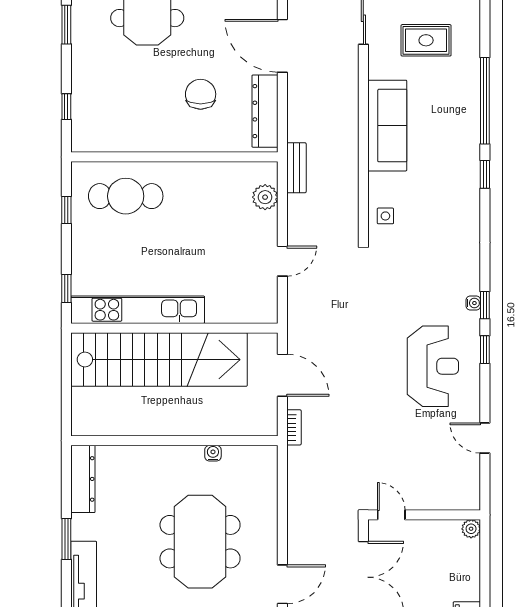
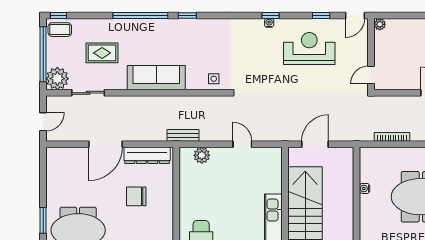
rug: (426, 40) -> (102, 53), turned 90
window: (485, 350) -> (321, 15), moved
bookcase: (294, 427) -> (392, 137), moved, width x1.56
door: (391, 515) -> (371, 75), moved
wall: (424, 515) -> (371, 54), moved
plant: (471, 529) -> (380, 24), moved

